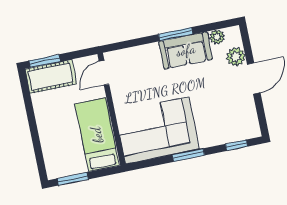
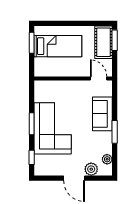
sofa: (186, 50) -> (102, 114), moved
corner sofa: (157, 130) -> (53, 128), moved
bed: (97, 135) -> (58, 46), moved

